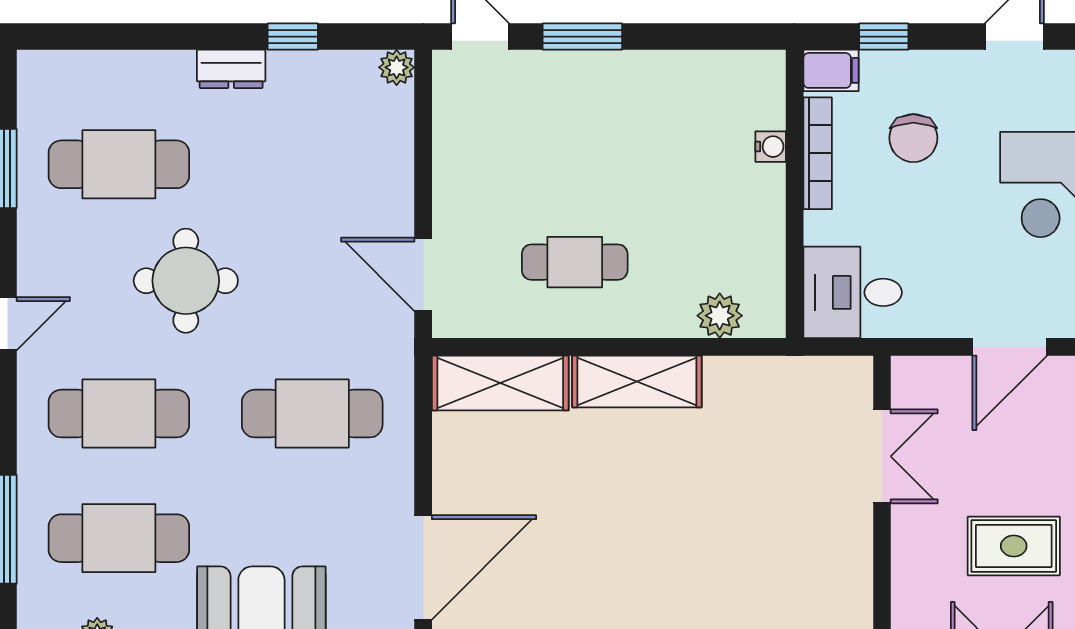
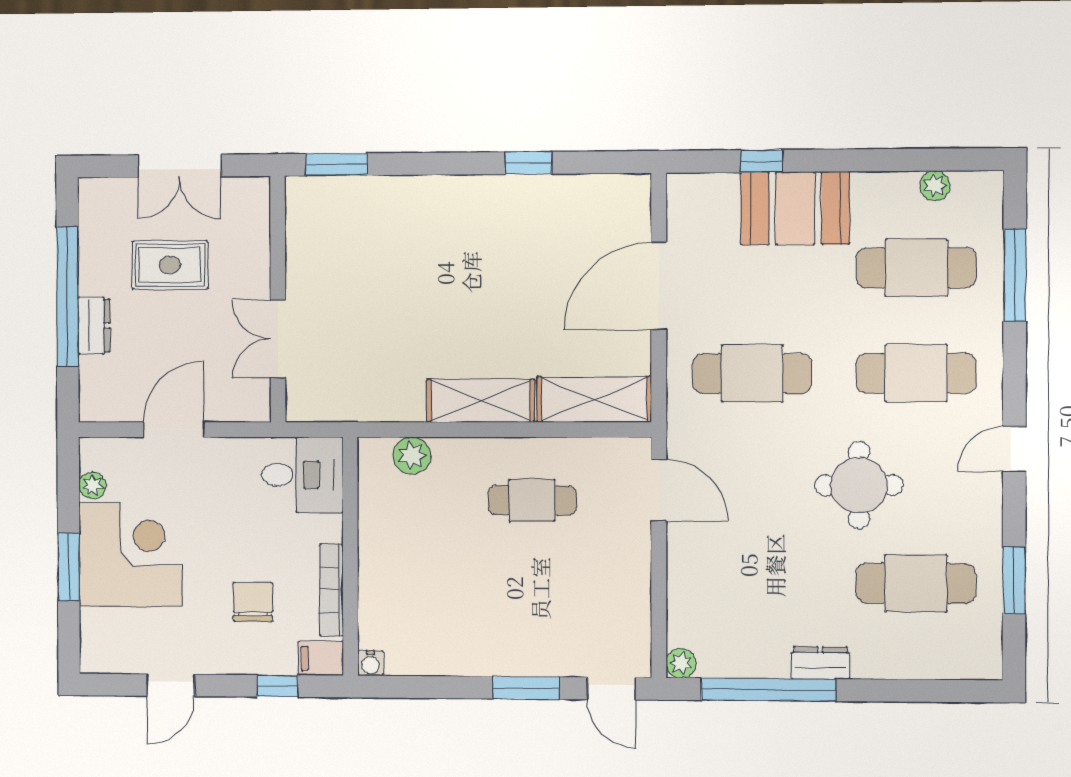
window: (293, 37) -> (768, 690), width x3.17
water cooler: (771, 147) -> (370, 663), moved, turned -90
door: (423, 567) -> (659, 286), moved

